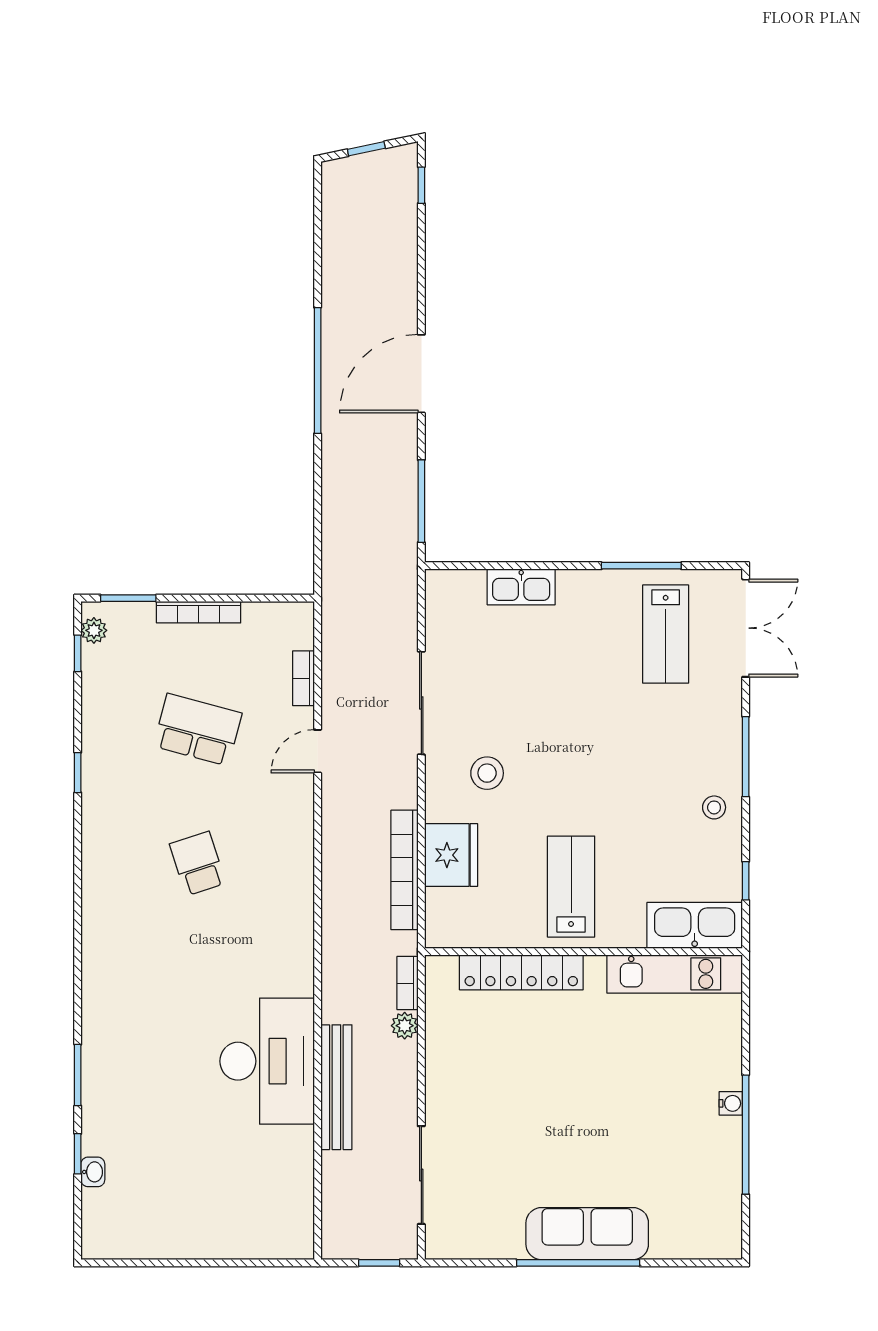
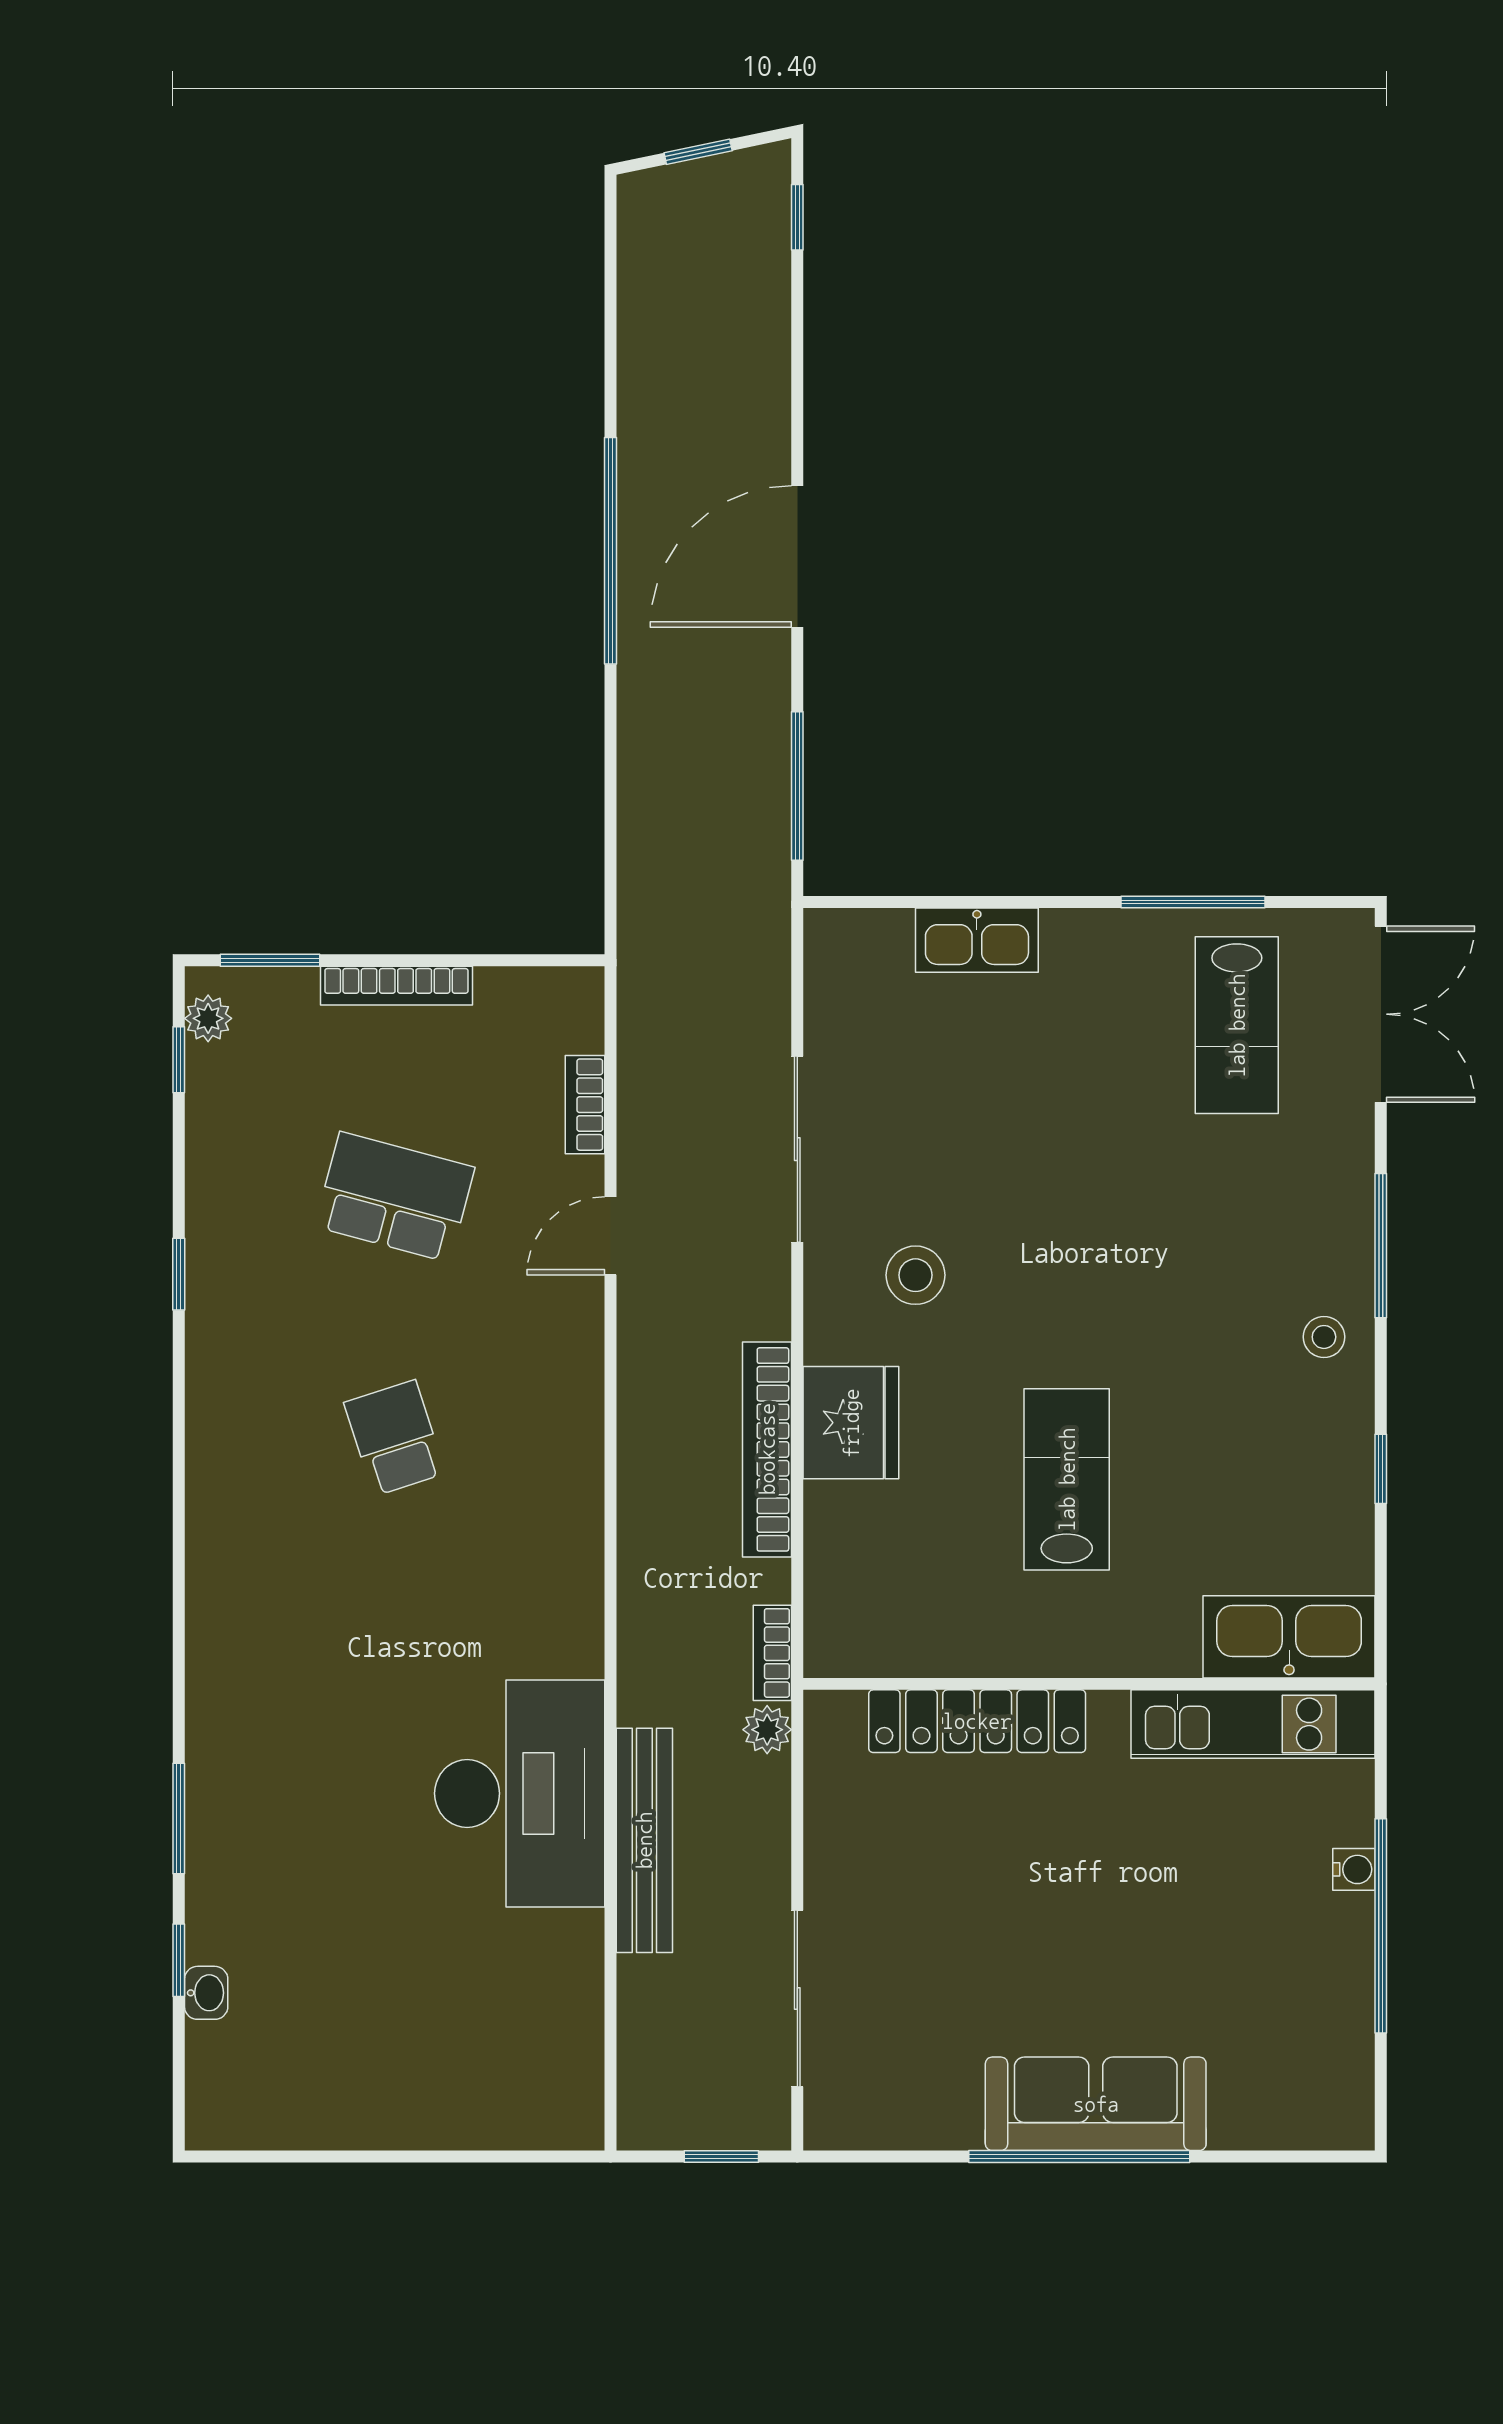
kitchen sink: (695, 925) -> (1289, 1637), moved
wall: (583, 952) -> (1089, 1684), moved
locker: (521, 972) -> (977, 1721), moved
kitchen unit: (675, 974) -> (1253, 1724), moved

